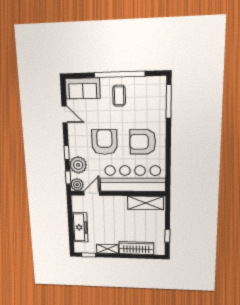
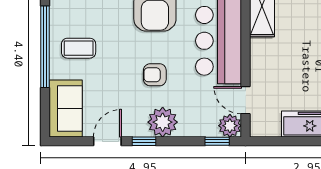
armchair: (104, 142) -> (155, 75), width x0.53, depth x0.53
window: (67, 153) -> (144, 141), moved
plant: (78, 165) -> (163, 122), moved

